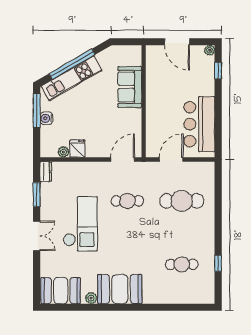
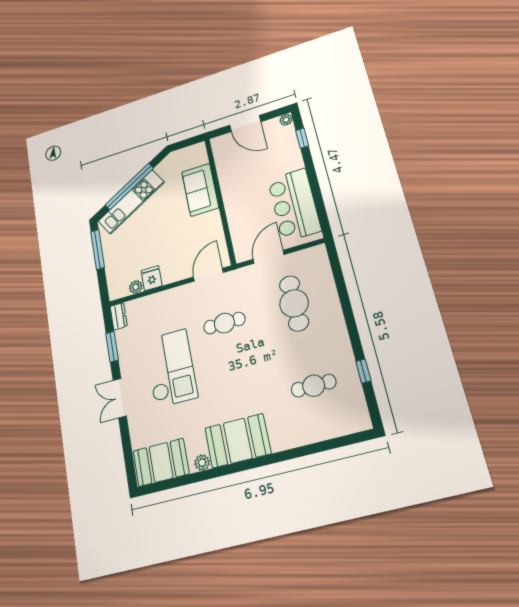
water cooler: (46, 118) -> (110, 255), removed
cafe table: (182, 201) -> (294, 303), turned 90
double door: (37, 236) -> (120, 398), swing flipped

